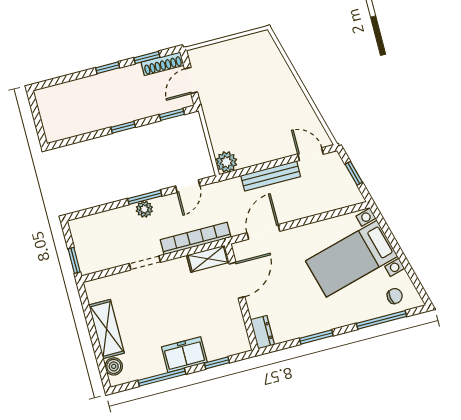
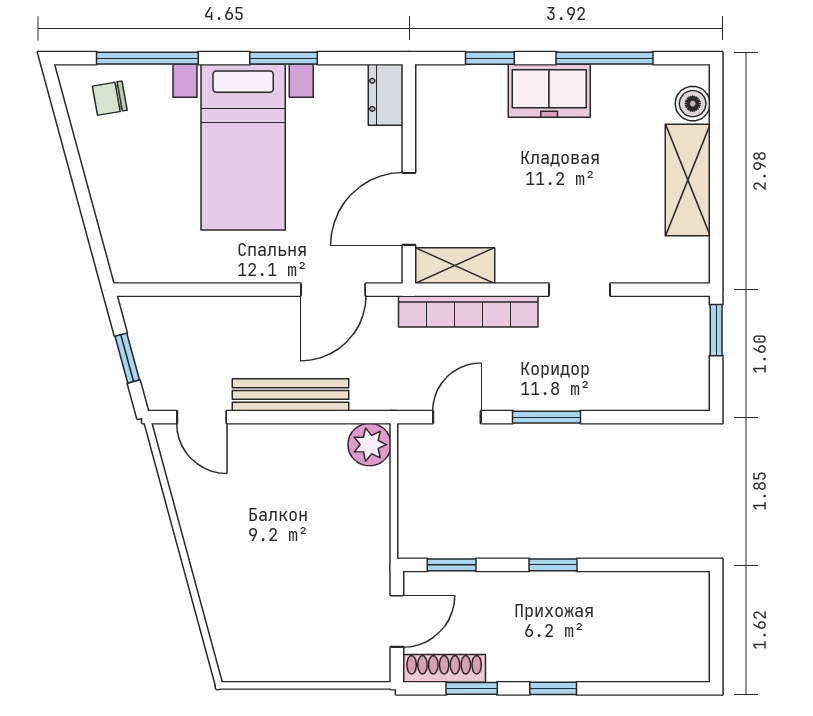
plant: (144, 209) -> (553, 394), removed
bed with nightstands: (352, 259) -> (243, 147), moved, turned 105

